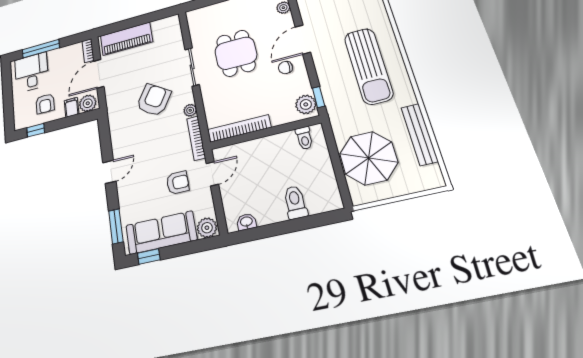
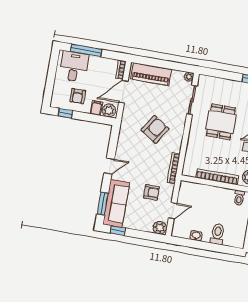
sliding door: (192, 67) -> (192, 100), moved
plant: (190, 110) -> (189, 77), moved
bookcase: (239, 128) -> (217, 177), moved
door: (212, 174) -> (173, 211), moved
washbasin: (246, 222) -> (196, 236), moved
sofa: (161, 233) -> (116, 203), moved, turned 90

